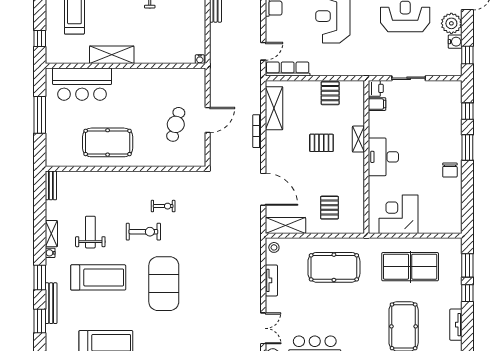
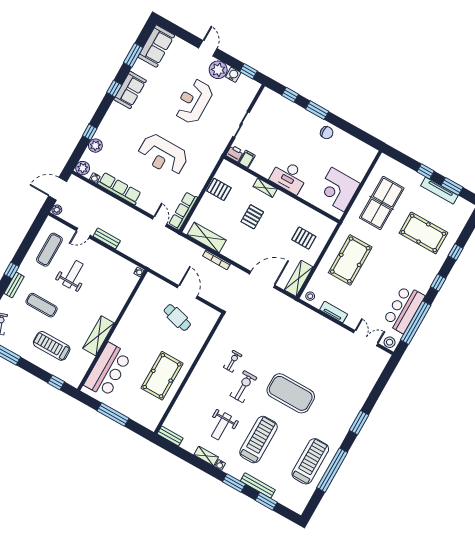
weight bench: (90, 232) -> (221, 426), turned -90
window: (467, 265) -> (452, 186), moved
tv unit: (456, 325) -> (439, 191), width x1.41

